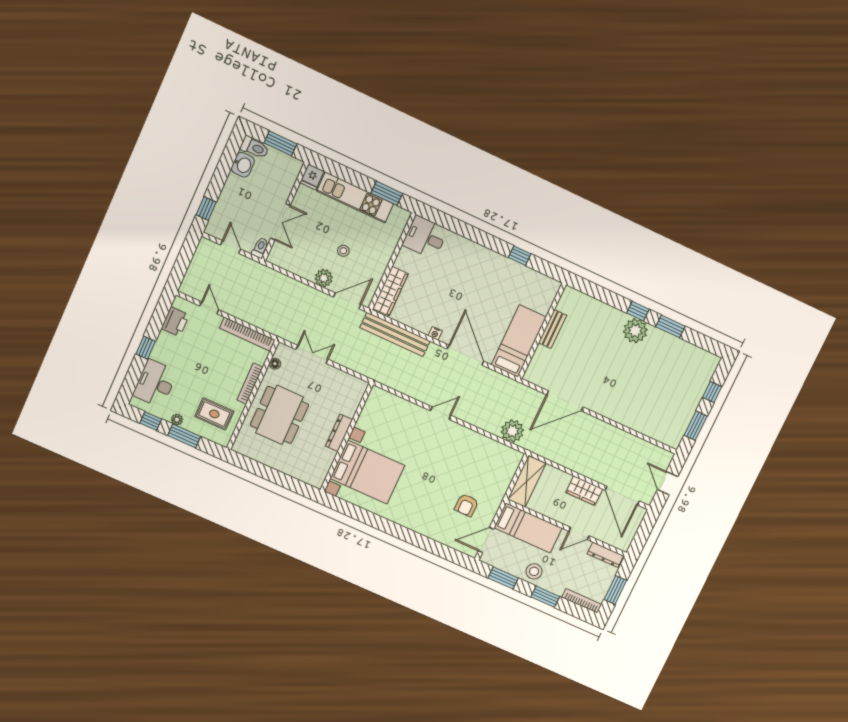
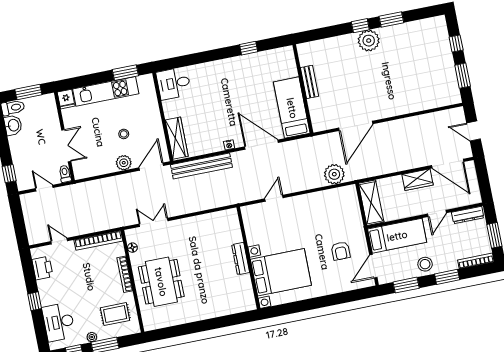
dresser: (339, 433) -> (241, 259), moved
wall: (347, 437) -> (248, 258), moved
bed with nightstands: (367, 472) -> (281, 272), moved

